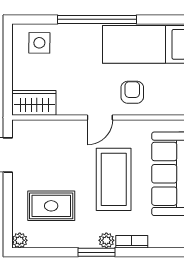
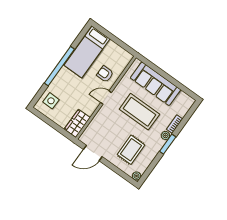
door: (100, 117) -> (106, 98), swing flipped

